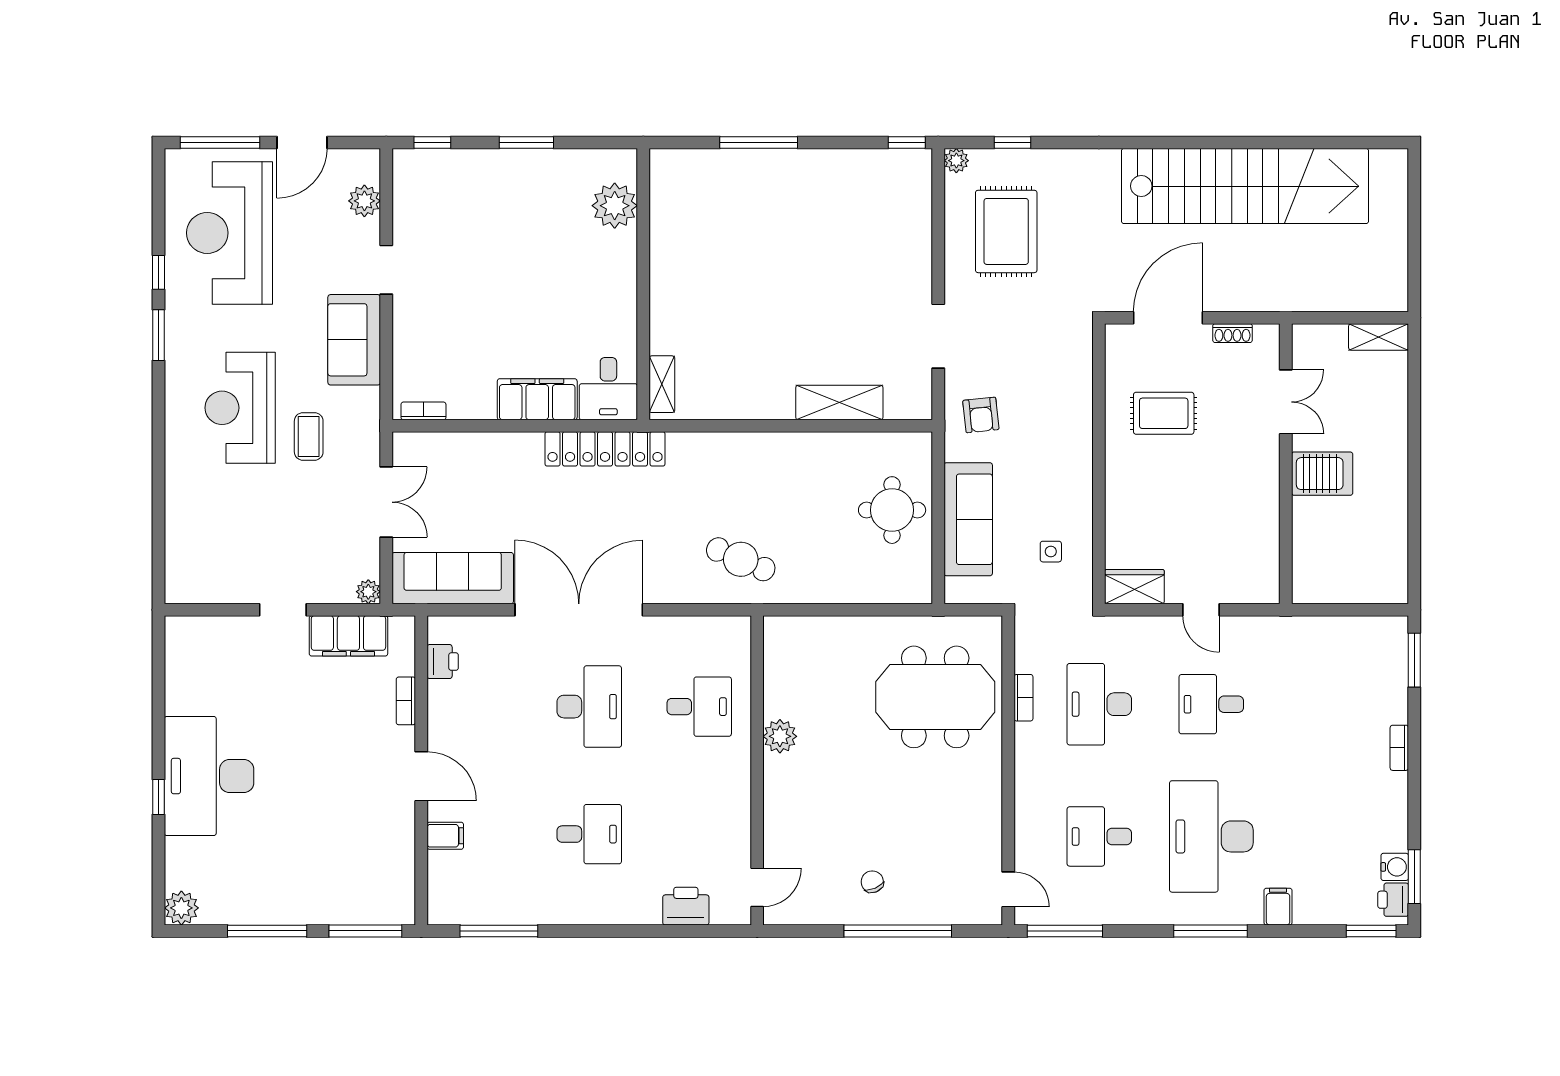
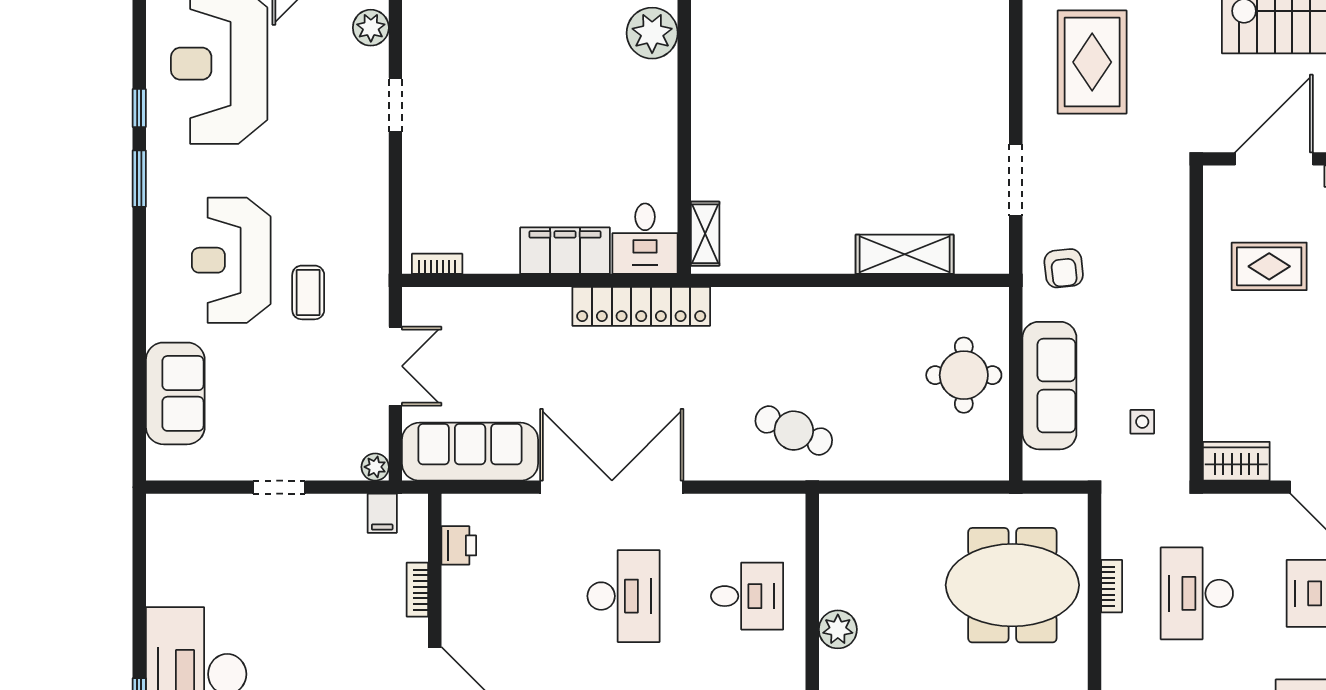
sofa: (354, 340) -> (175, 393), moved, turned 180
filing cabinet: (348, 636) -> (382, 513), width x0.33, depth x0.86

